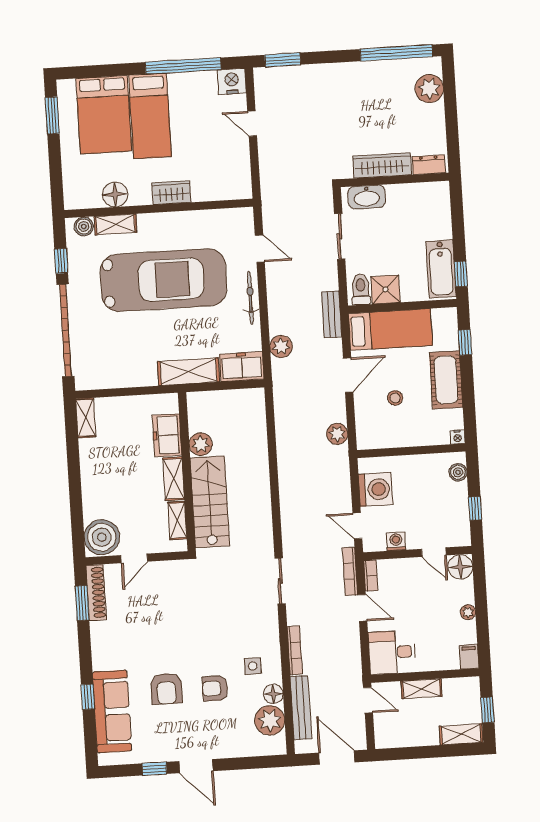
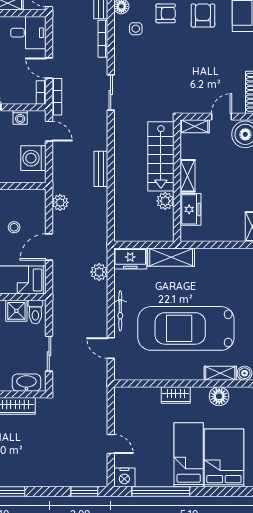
bench: (332, 314) -> (101, 169), moved
shelving: (177, 521) -> (195, 126), moved, turned 90

